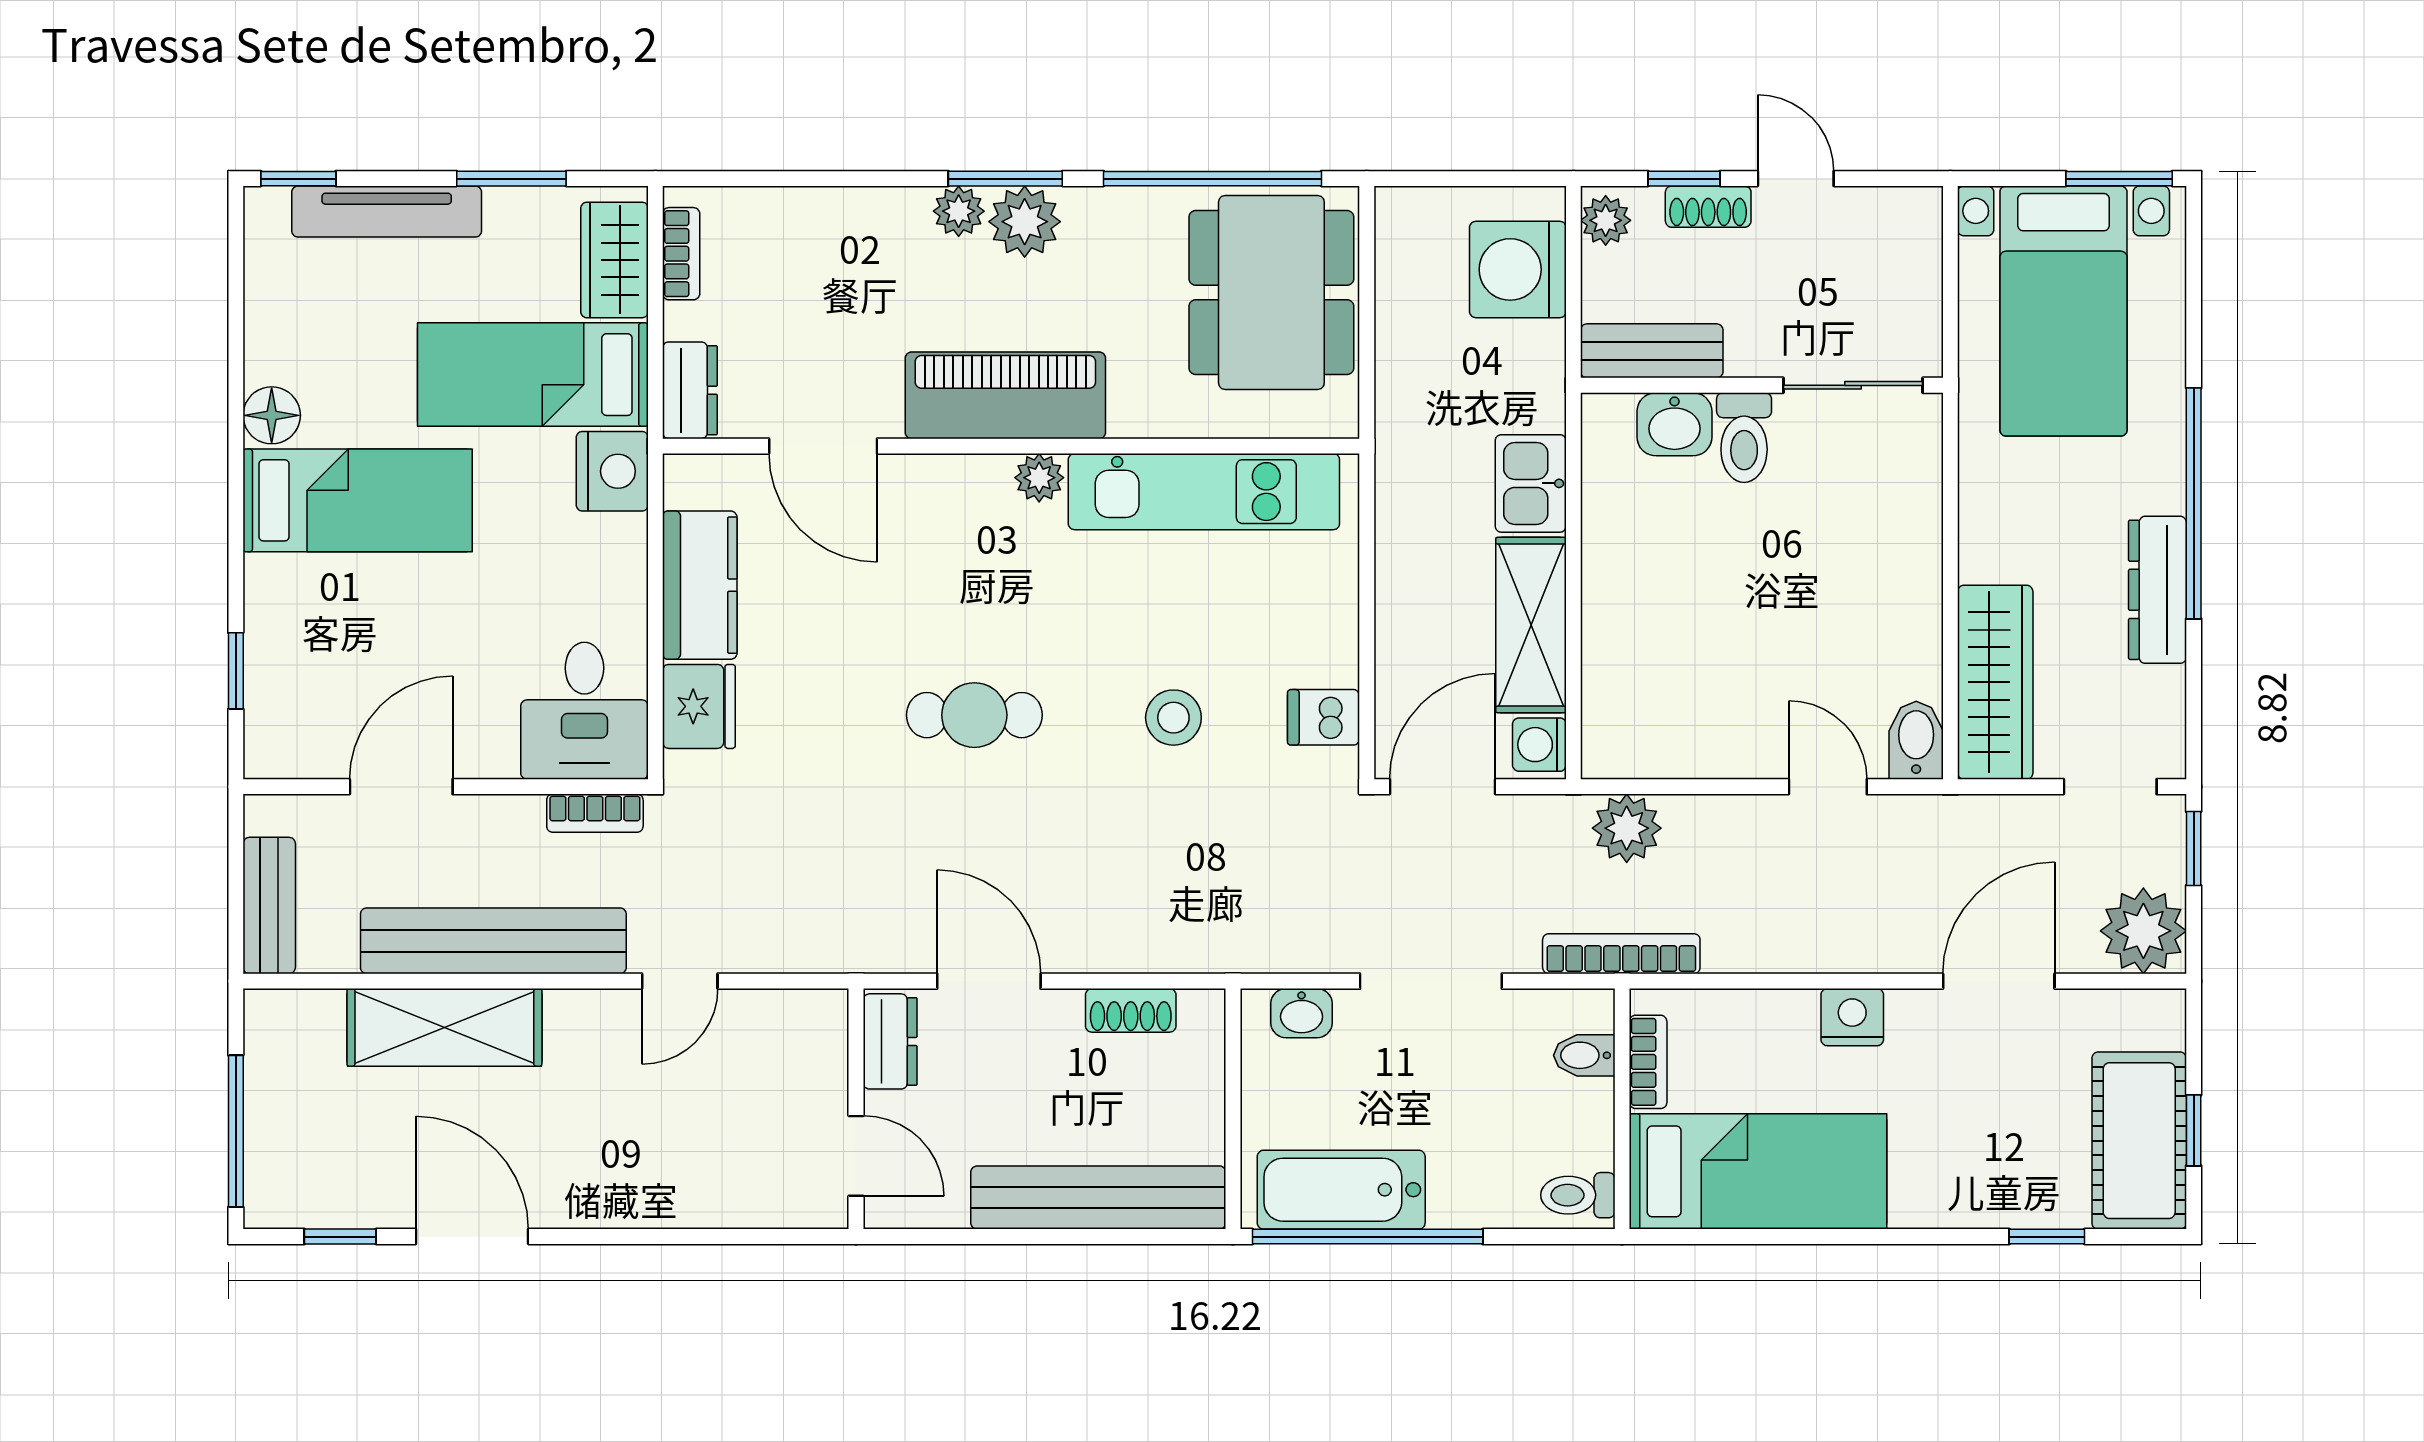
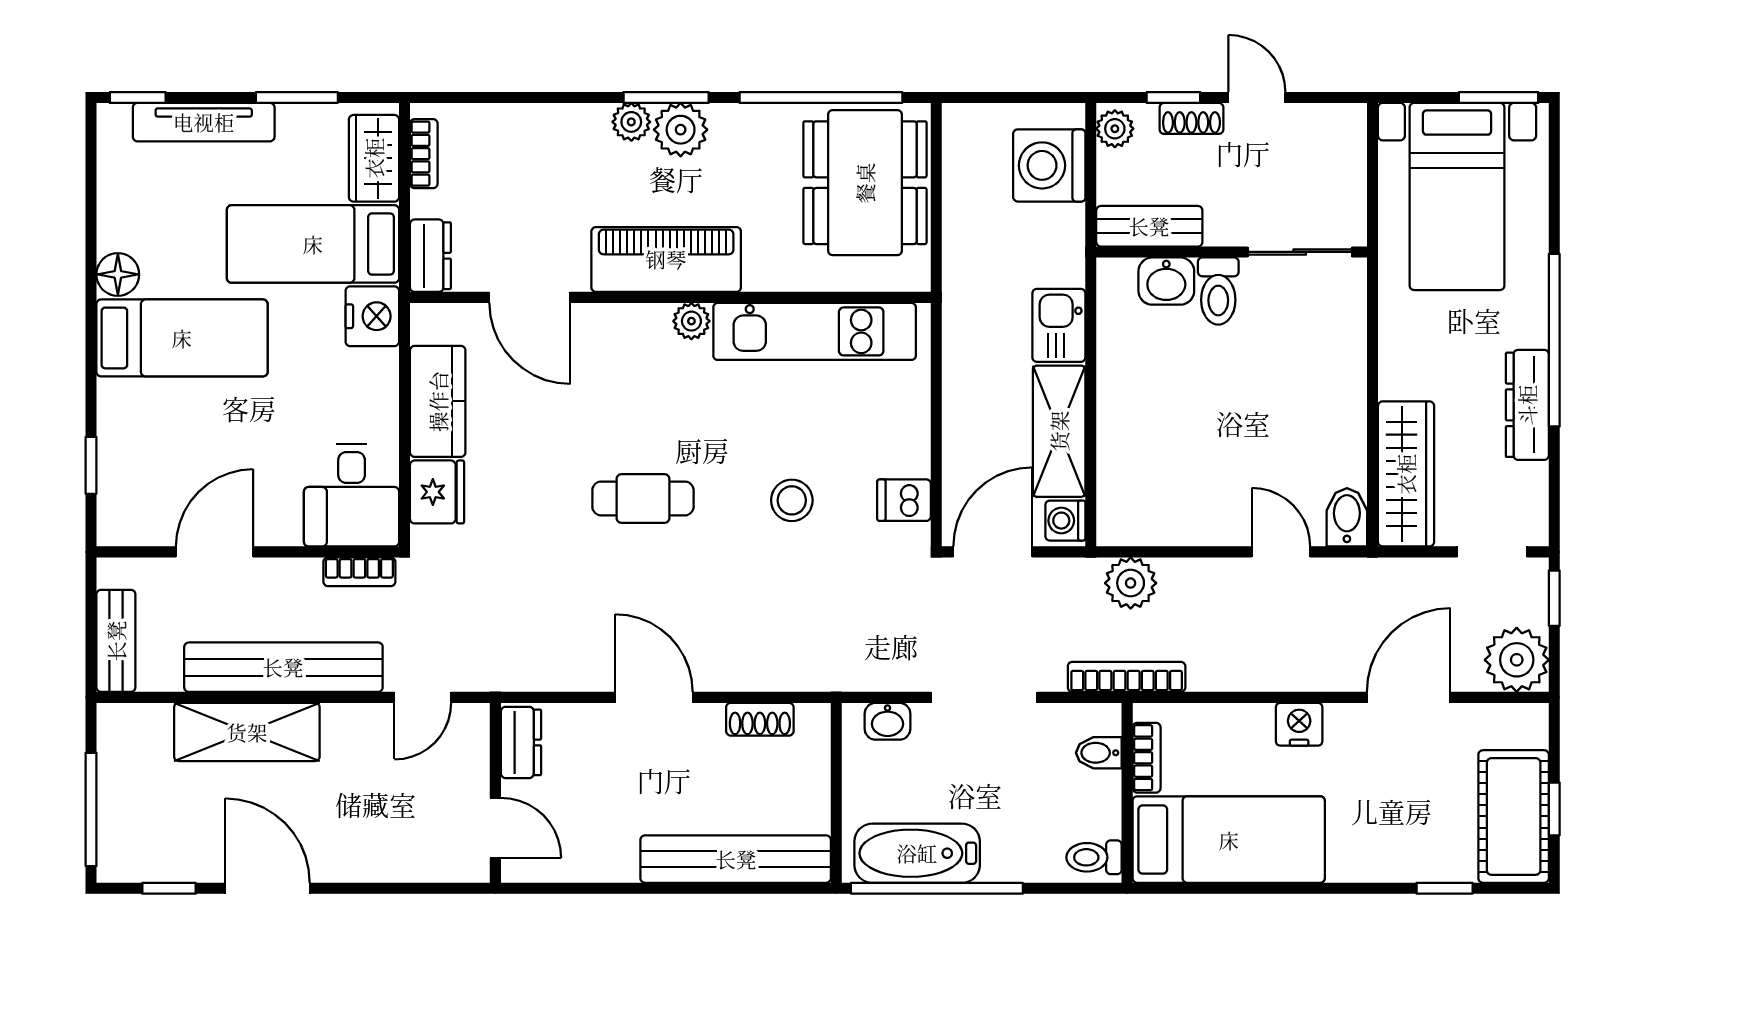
dresser: (890, 1041) -> (521, 742), moved
wall: (856, 1109) -> (495, 793), moved
door: (856, 1156) -> (495, 828), moved

